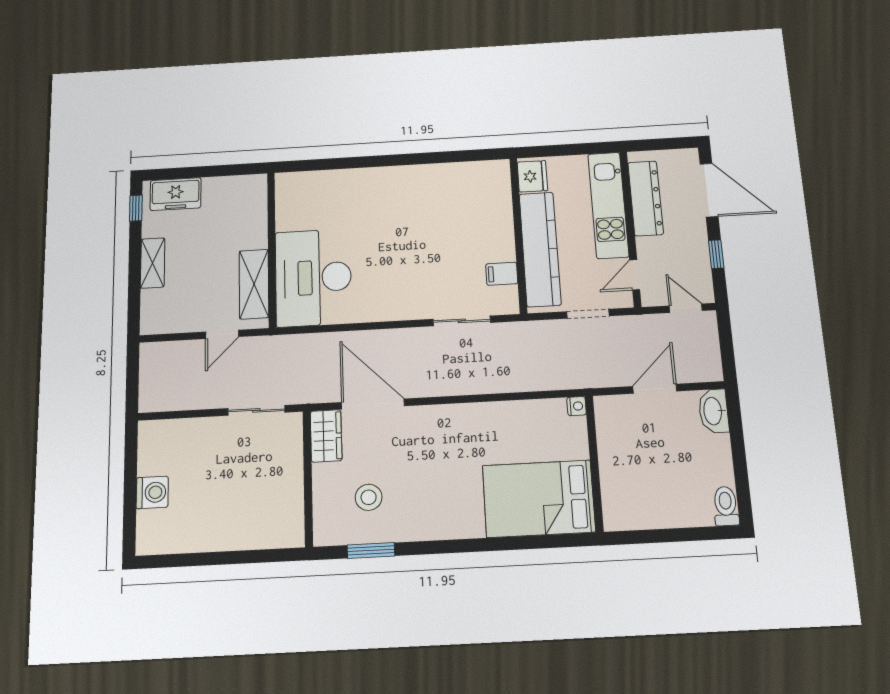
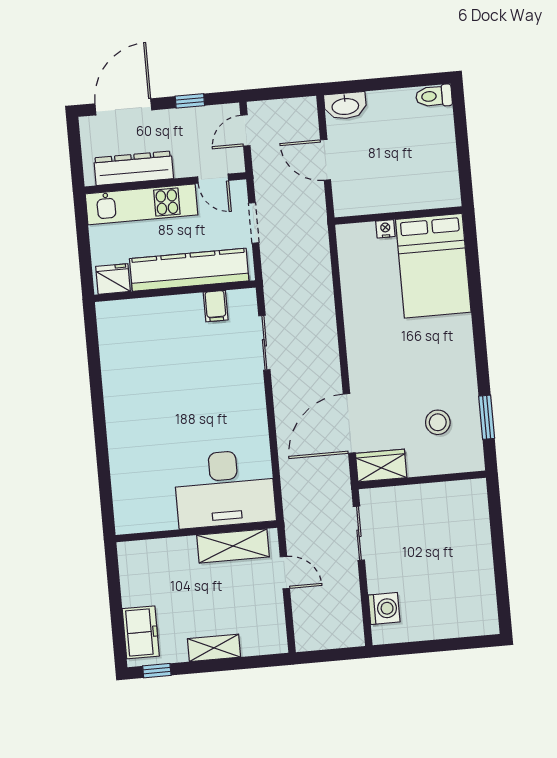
nightstand: (577, 406) -> (385, 229), moved
washing machine: (152, 492) -> (384, 608), moved, turned 90

